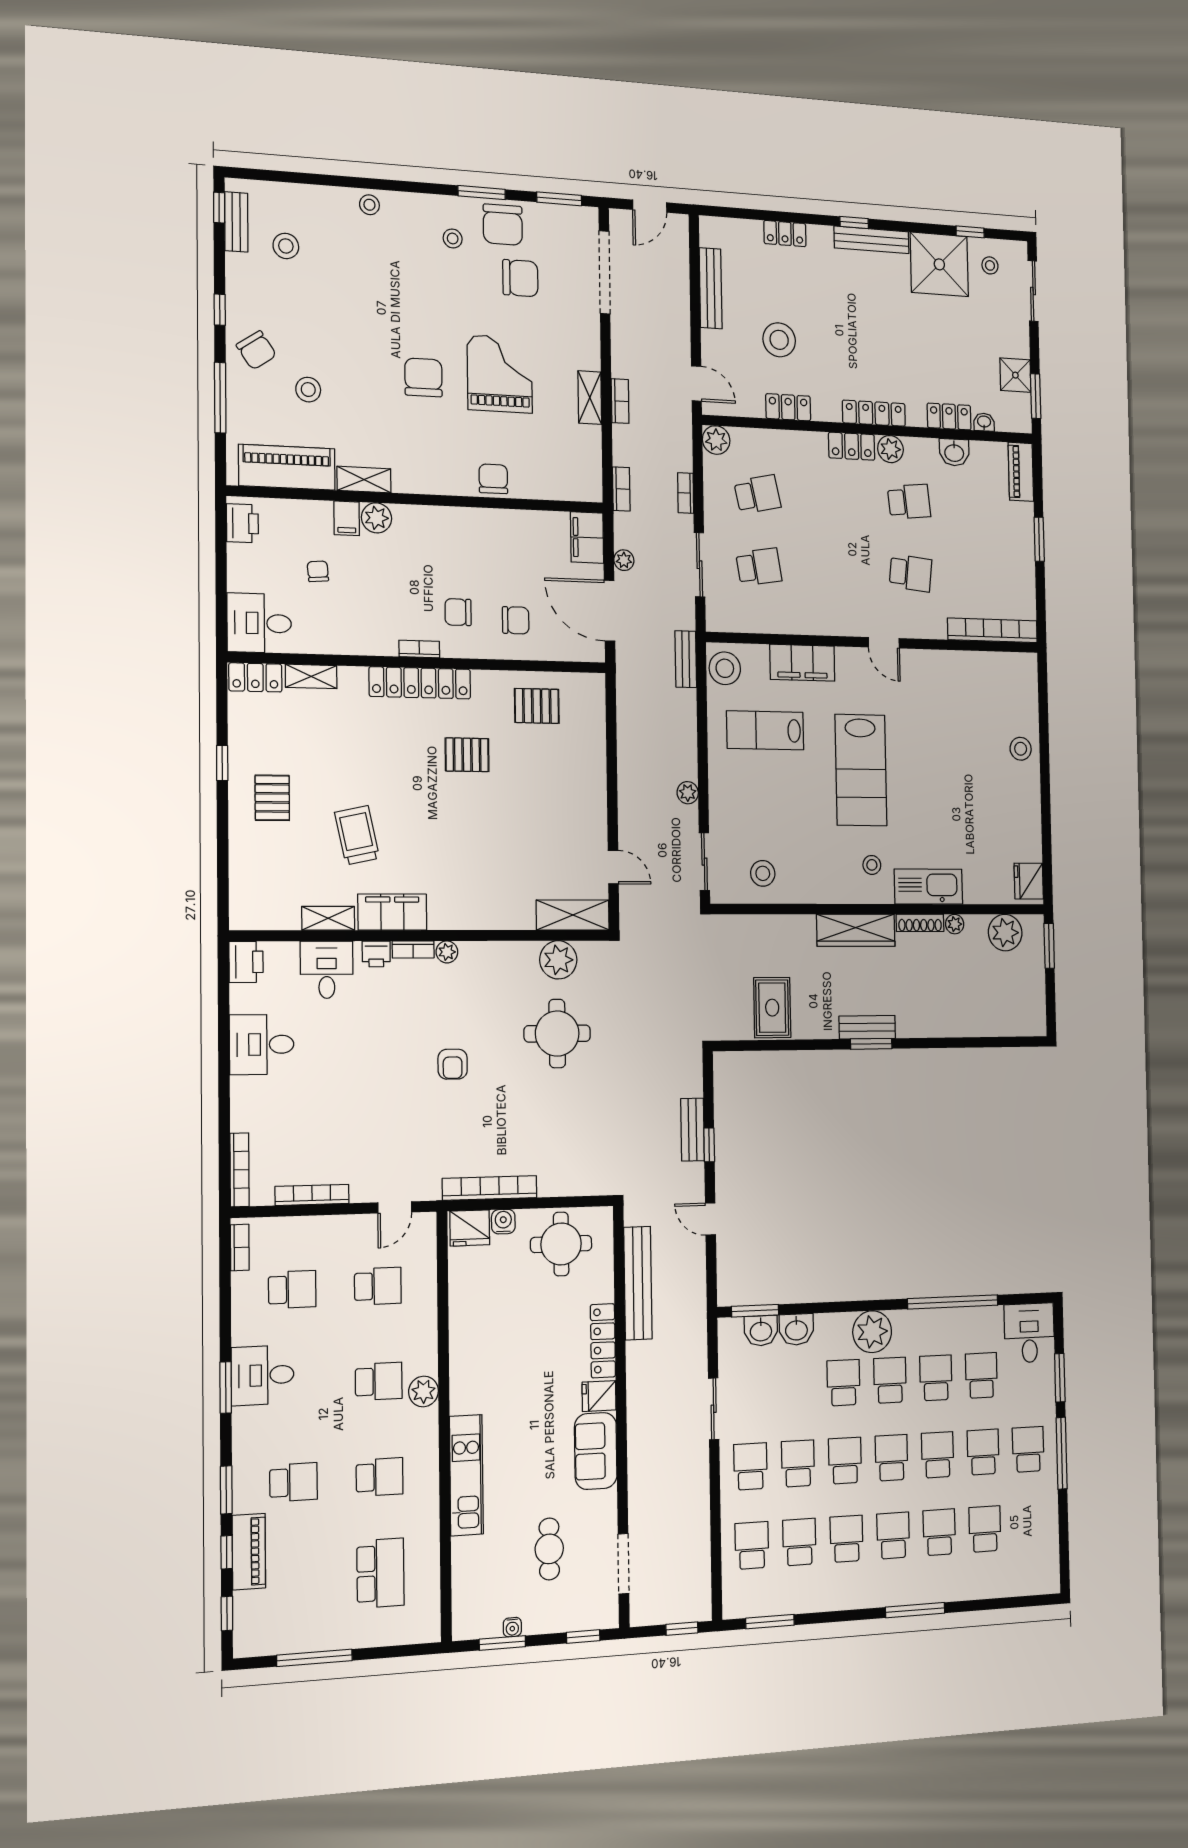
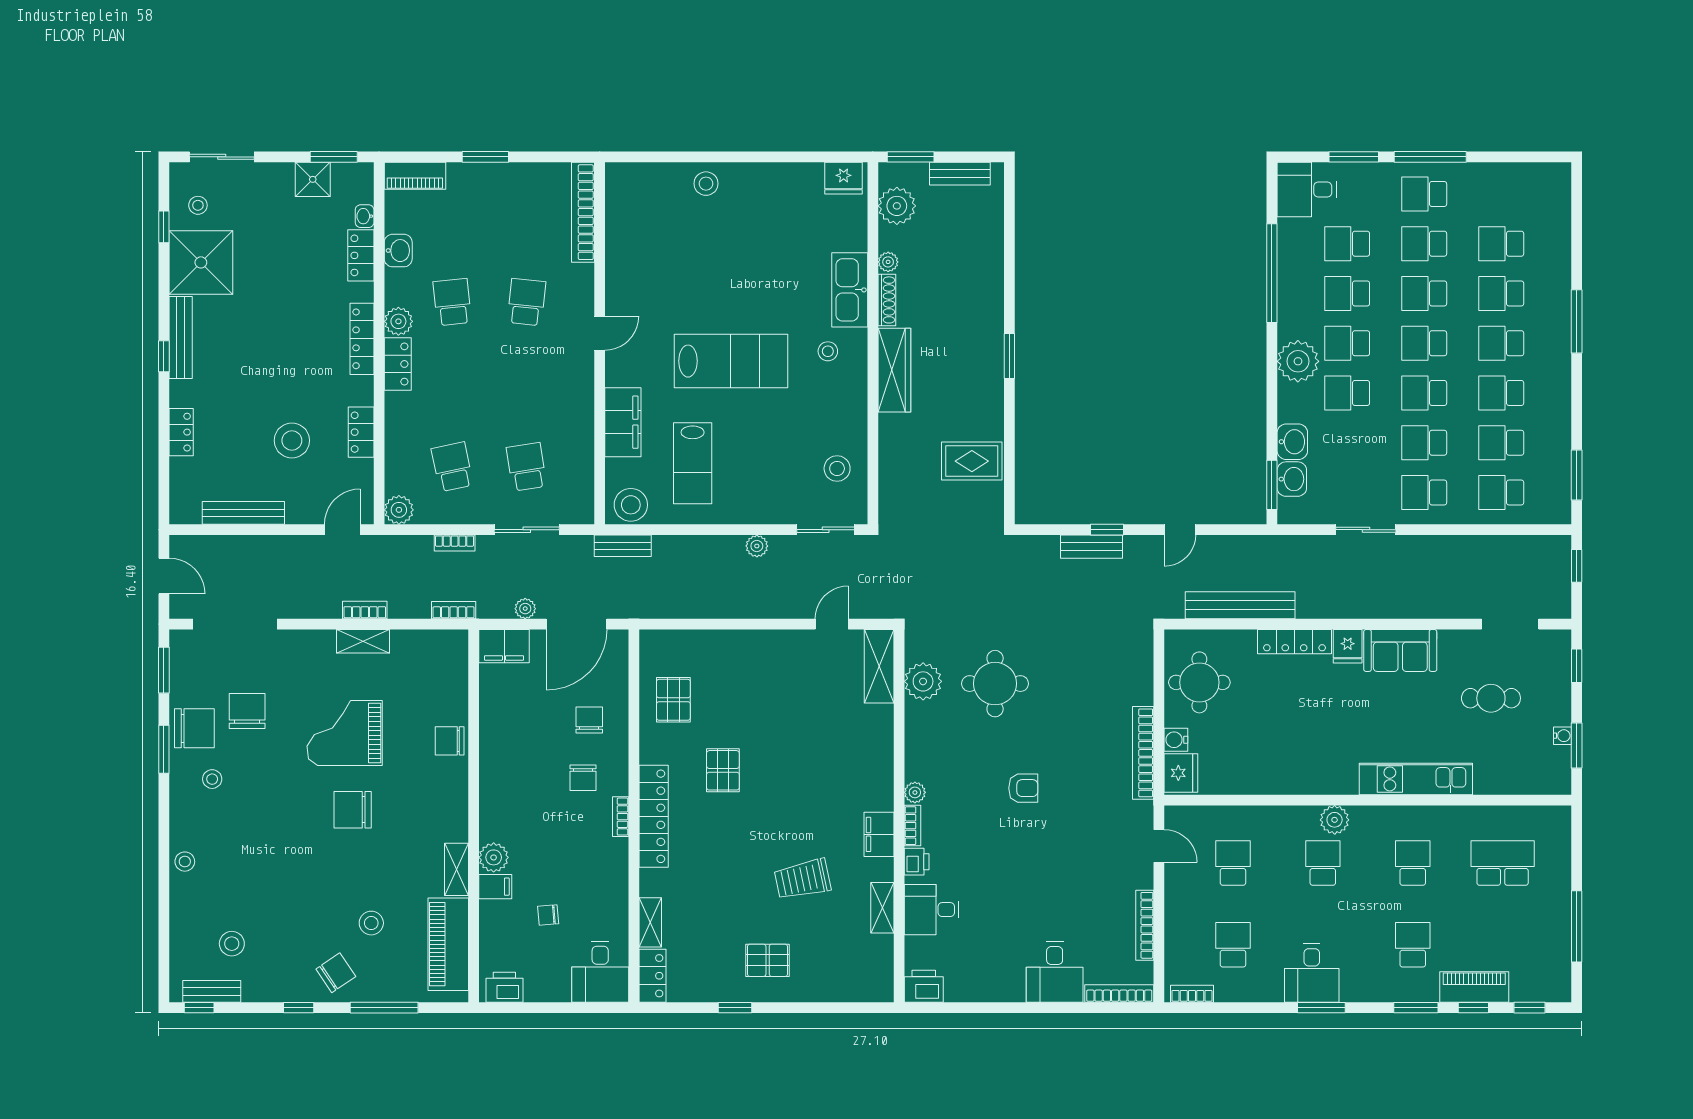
filing cabinet: (392, 912) -> (879, 834), width x0.67, depth x0.86
bench: (867, 1027) -> (960, 174), moved, turned 90
desk: (262, 1044) -> (1055, 972), moved

